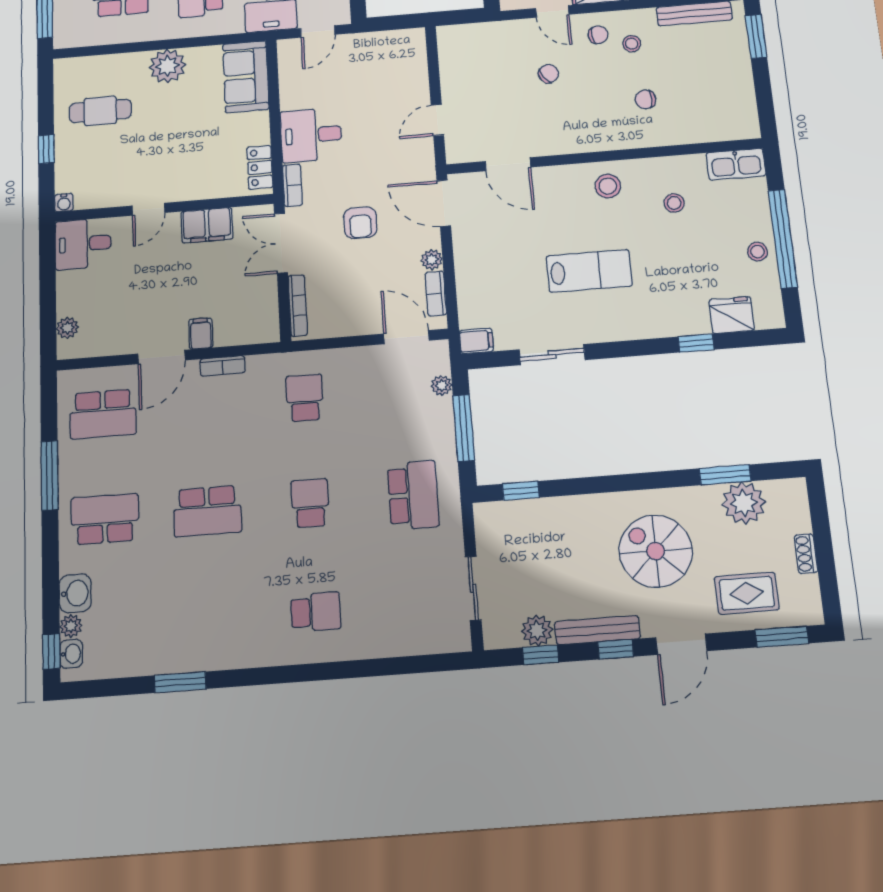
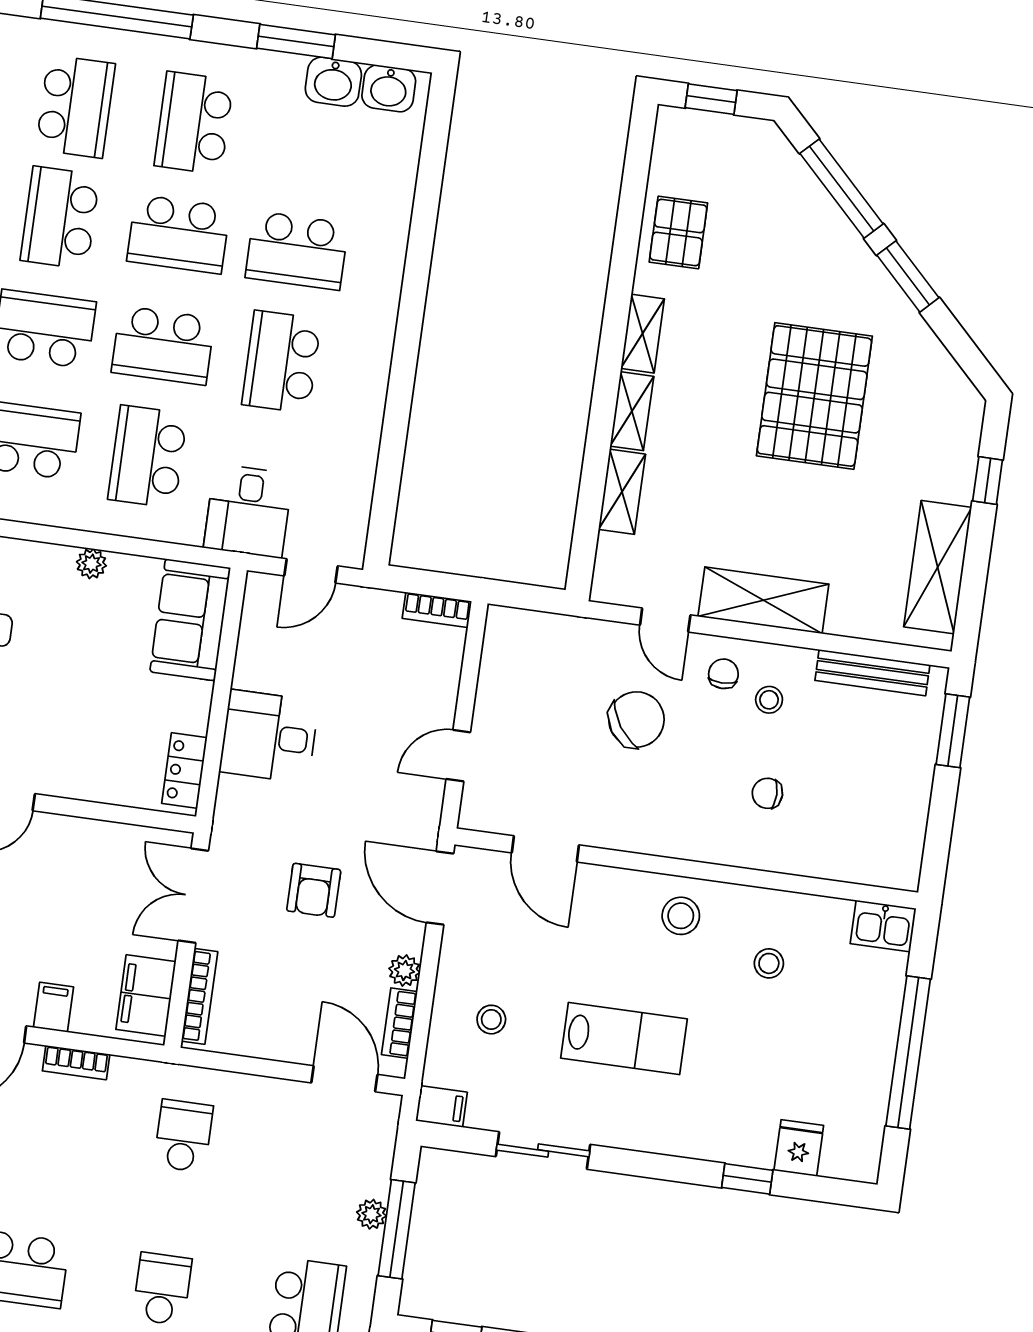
chair: (598, 35) -> (723, 674), turned -82
plant: (167, 66) -> (91, 564), width x0.53, depth x0.53
chair: (548, 74) -> (636, 719), width x1.87, depth x1.87
kitchen sink: (736, 164) -> (883, 926), width x0.73
bookcase: (292, 185) -> (437, 610), moved, turned 90
filing cabinet: (207, 225) -> (146, 996), moved, turned 90
stool: (758, 252) -> (491, 1020), moved
fridge: (732, 315) -> (799, 1148), width x0.72
plant: (442, 385) -> (371, 1214), moved

